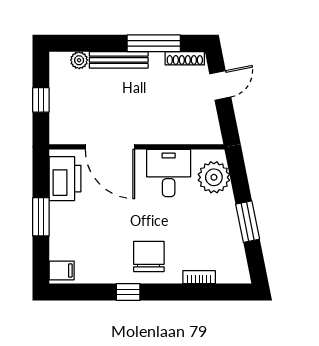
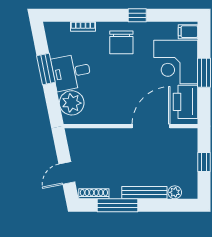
door: (110, 147) -> (151, 126), hinge flipped
desk: (169, 173) -> (71, 72), moved, turned 79
corner desk: (78, 231) -> (176, 62), added

